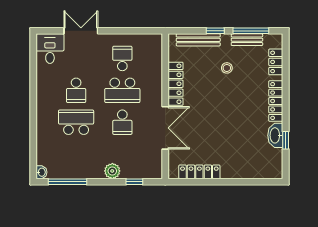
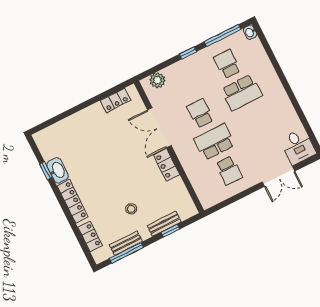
window: (215, 31) -> (170, 231), moved
bench: (198, 40) -> (164, 224), width x0.73
locker: (176, 84) -> (166, 165), width x0.66
school desk: (76, 90) -> (227, 64), moved
plant: (112, 171) -> (157, 80), moved
locker: (199, 172) -> (116, 100), width x0.66
window: (134, 182) -> (188, 53), moved

